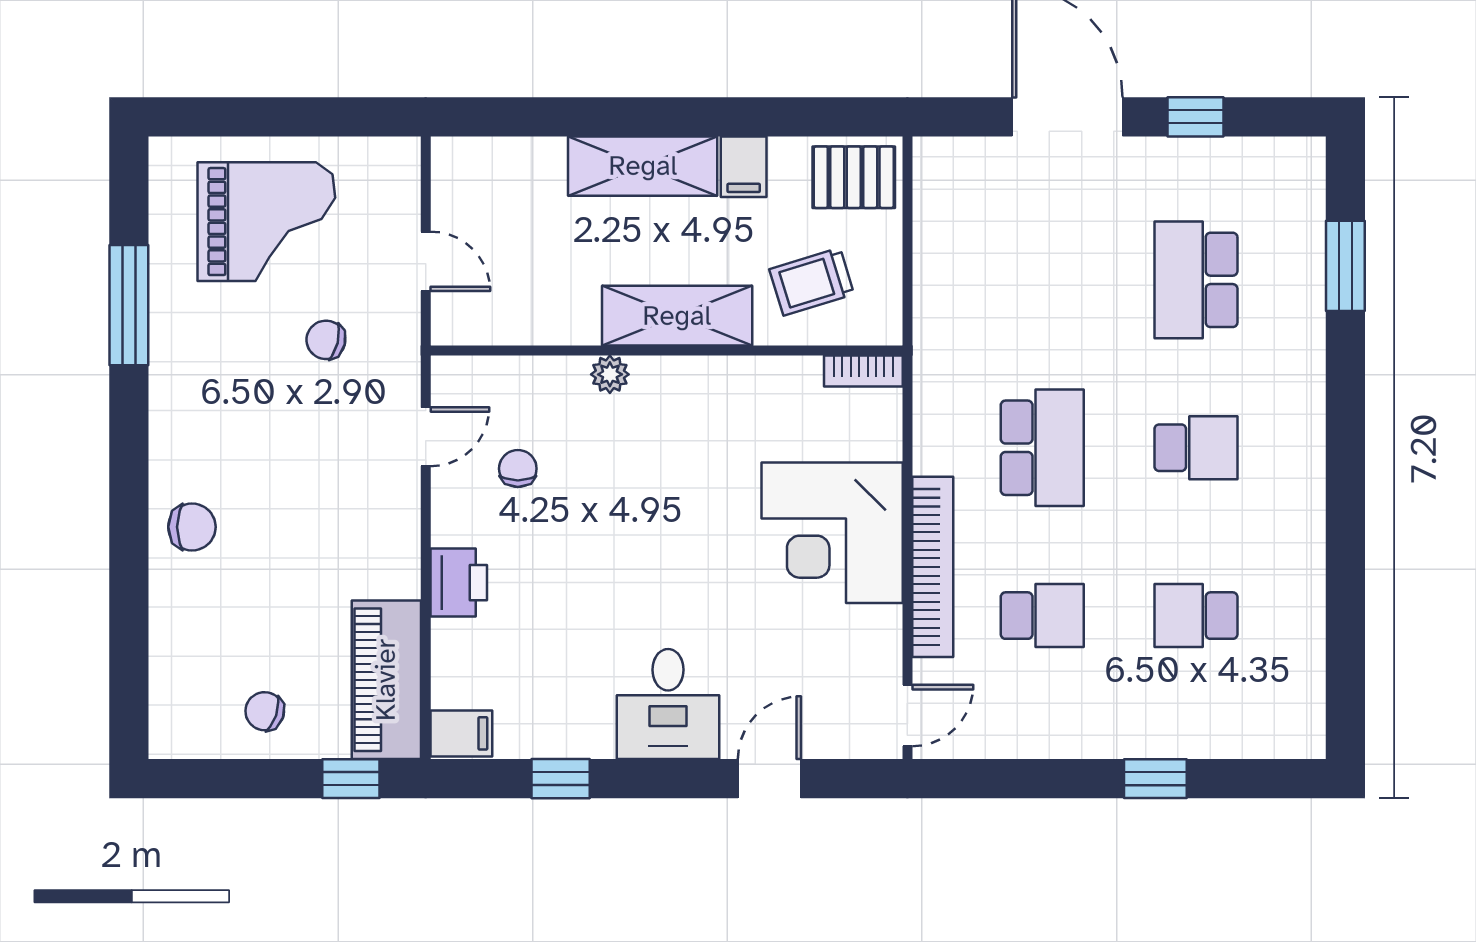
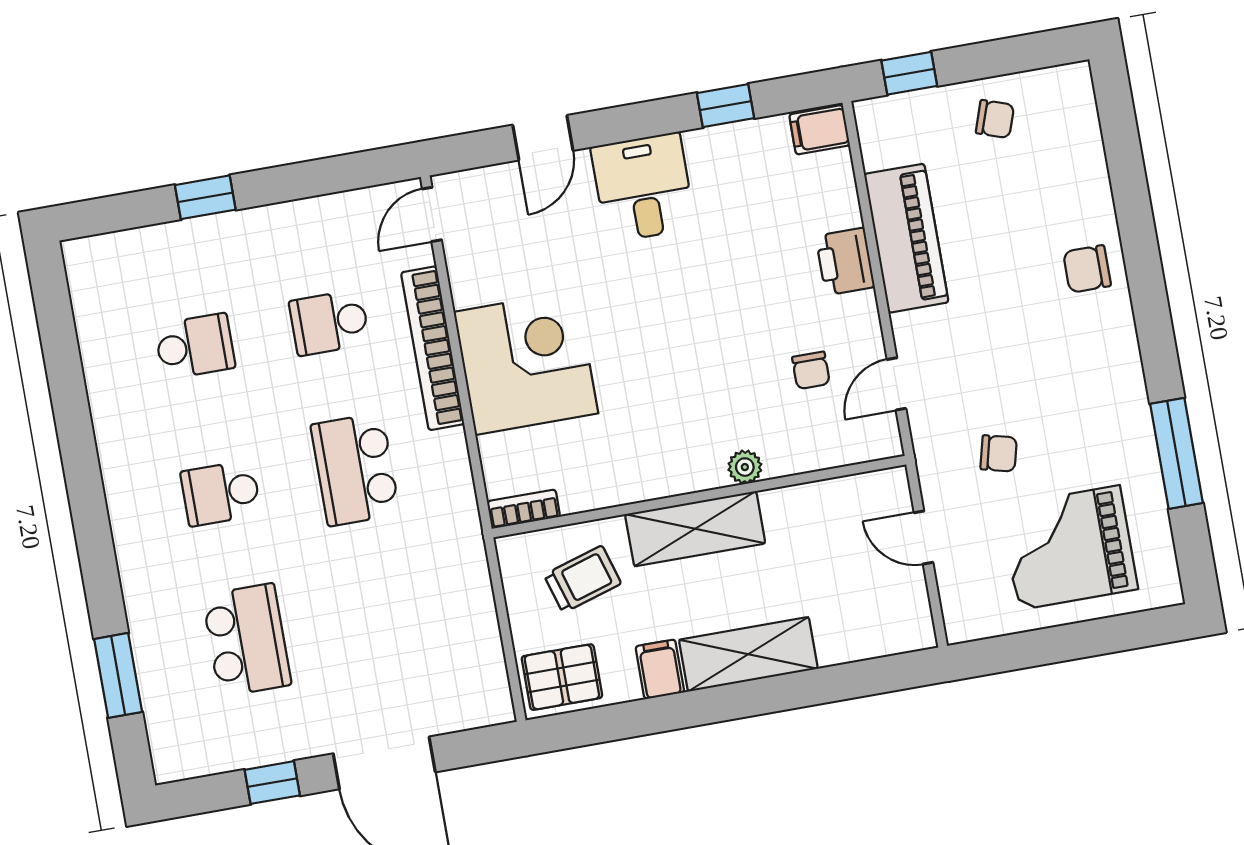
piano: (386, 680) -> (906, 238), moved

